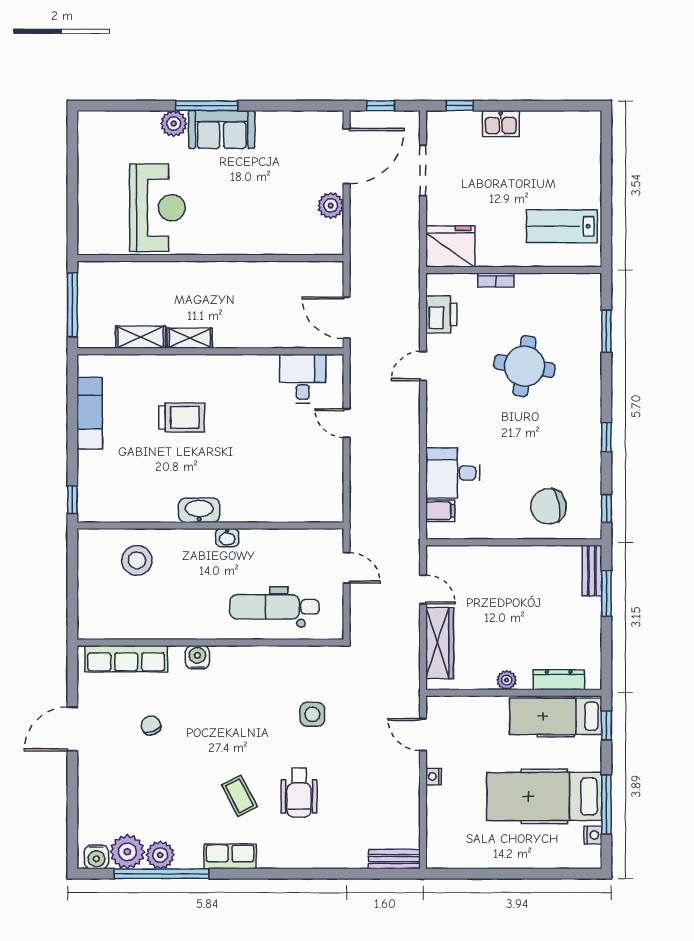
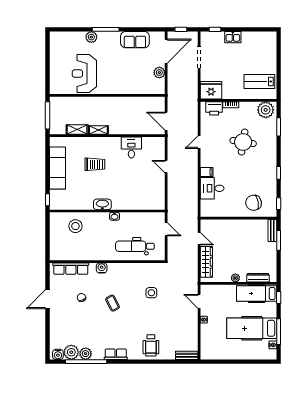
sofa: (222, 129) -> (135, 40), moved
reception desk: (157, 208) -> (84, 74), turned 180
plant: (576, 292) -> (266, 110), added
printer: (441, 314) -> (214, 108), moved, turned 90
desk: (303, 379) -> (131, 147), moved
exam couch: (90, 413) -> (58, 168), width x1.36, depth x1.45
filing cabinet: (440, 511) -> (207, 172), moved
wheelchair: (299, 793) -> (151, 345), moved
coffee table: (239, 796) -> (113, 303), moved

